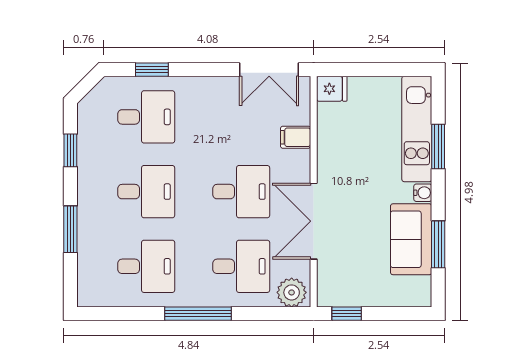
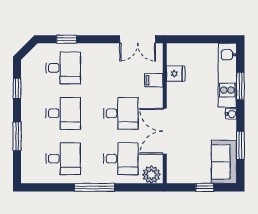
fridge: (332, 89) -> (176, 74), moved
sofa: (411, 239) -> (224, 162), moved
window: (347, 314) -> (205, 187), moved

